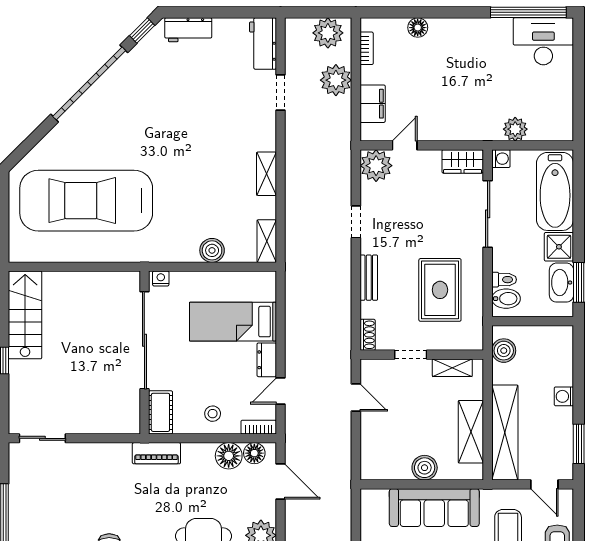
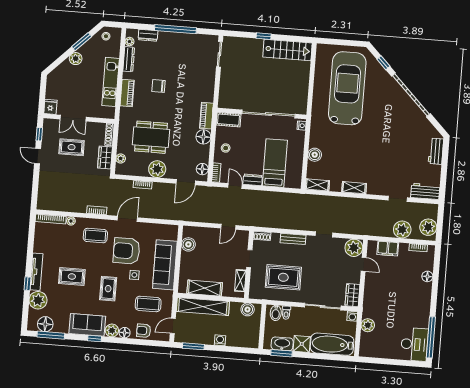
window: (142, 31) -> (383, 63), moved
floor lamp: (229, 456) -> (203, 137), moved
boiler: (425, 468) -> (188, 244), moved

